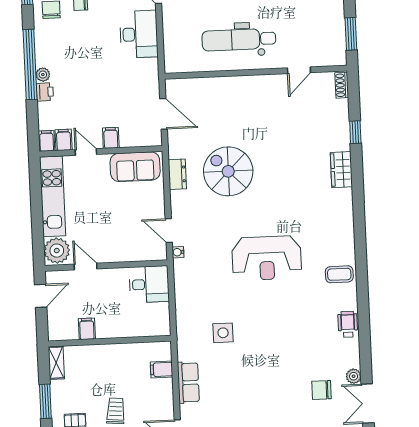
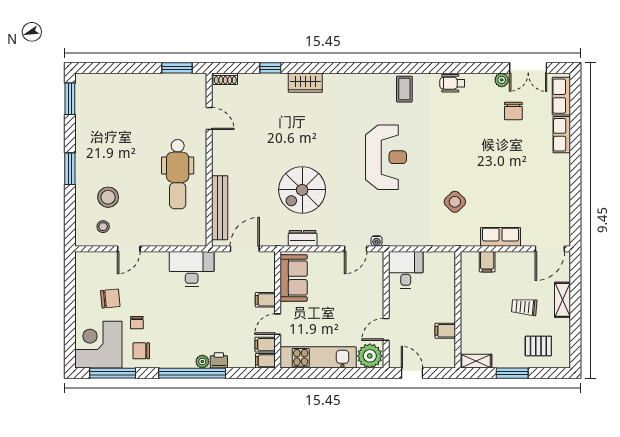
desk: (139, 34) -> (192, 269), moved
bench: (206, 86) -> (220, 208), added
side table: (223, 333) -> (455, 202), turned 45

